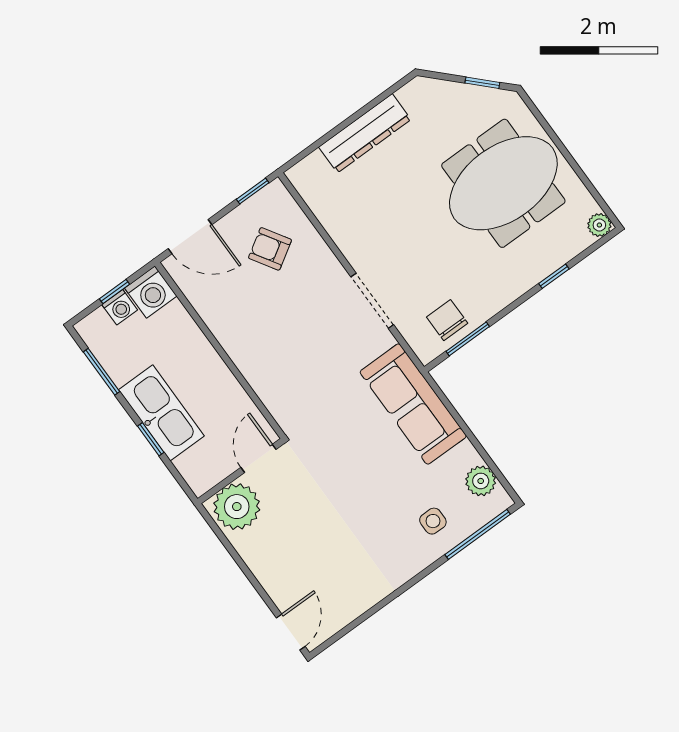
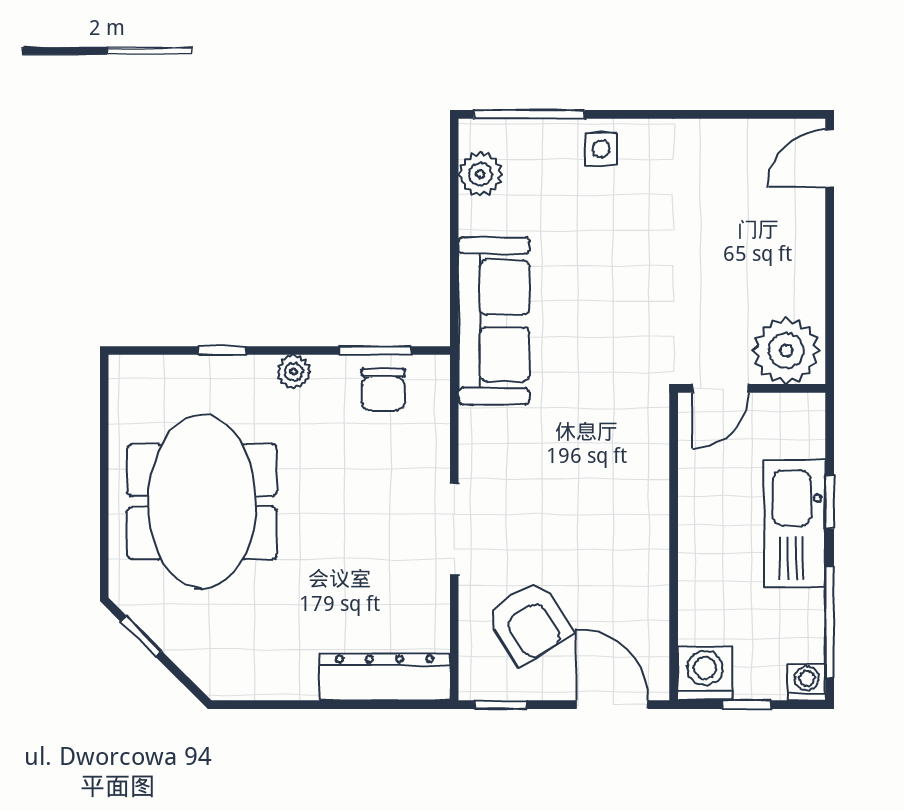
dresser: (365, 133) -> (385, 677), moved
meeting table: (503, 183) -> (202, 502), turned 90
plant: (599, 225) -> (294, 372), moved
armchair: (270, 249) -> (529, 623), width x1.38, depth x1.38
doorway: (372, 301) -> (454, 529), moved
washing machine: (120, 307) -> (807, 682), moved
window: (102, 372) -> (830, 622), width x1.44
side table: (433, 521) -> (601, 149), moved

